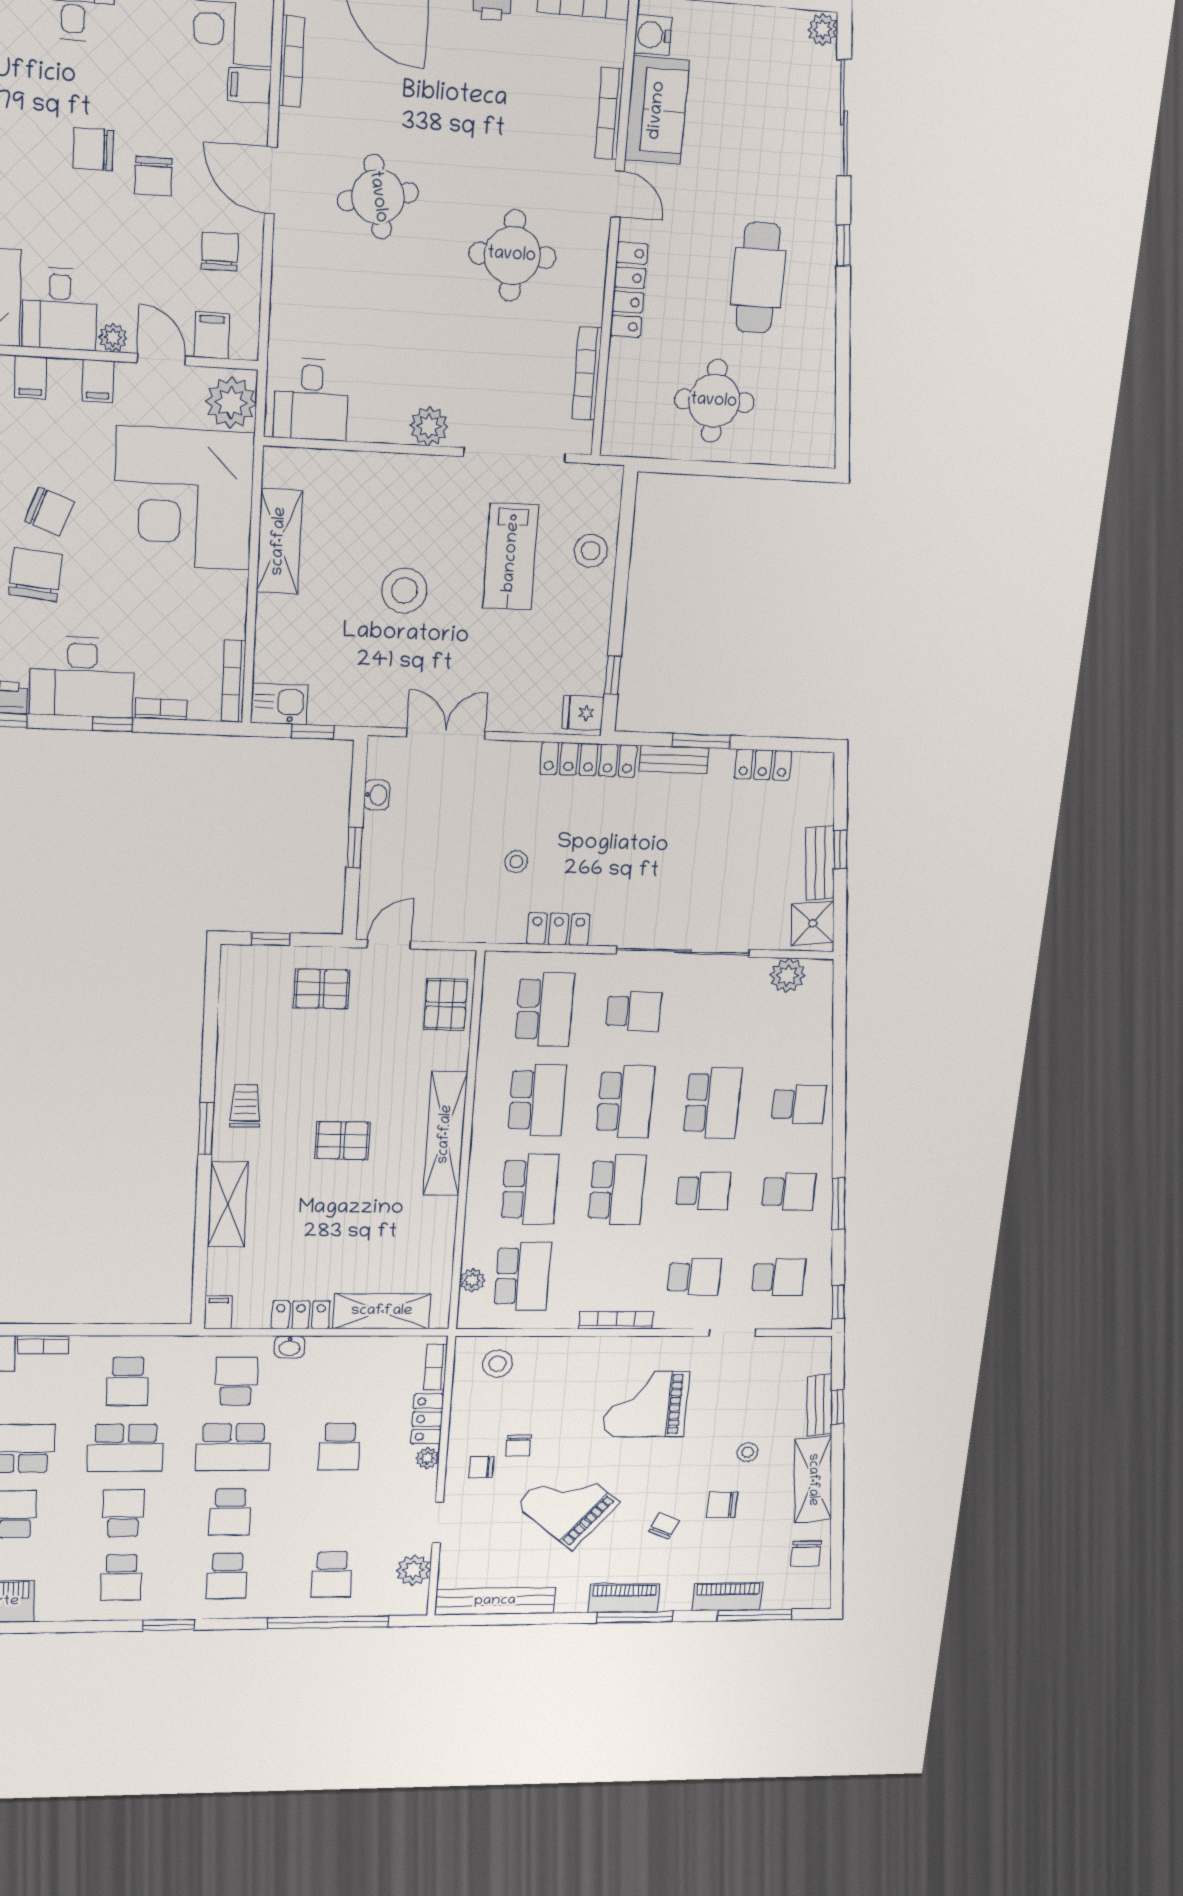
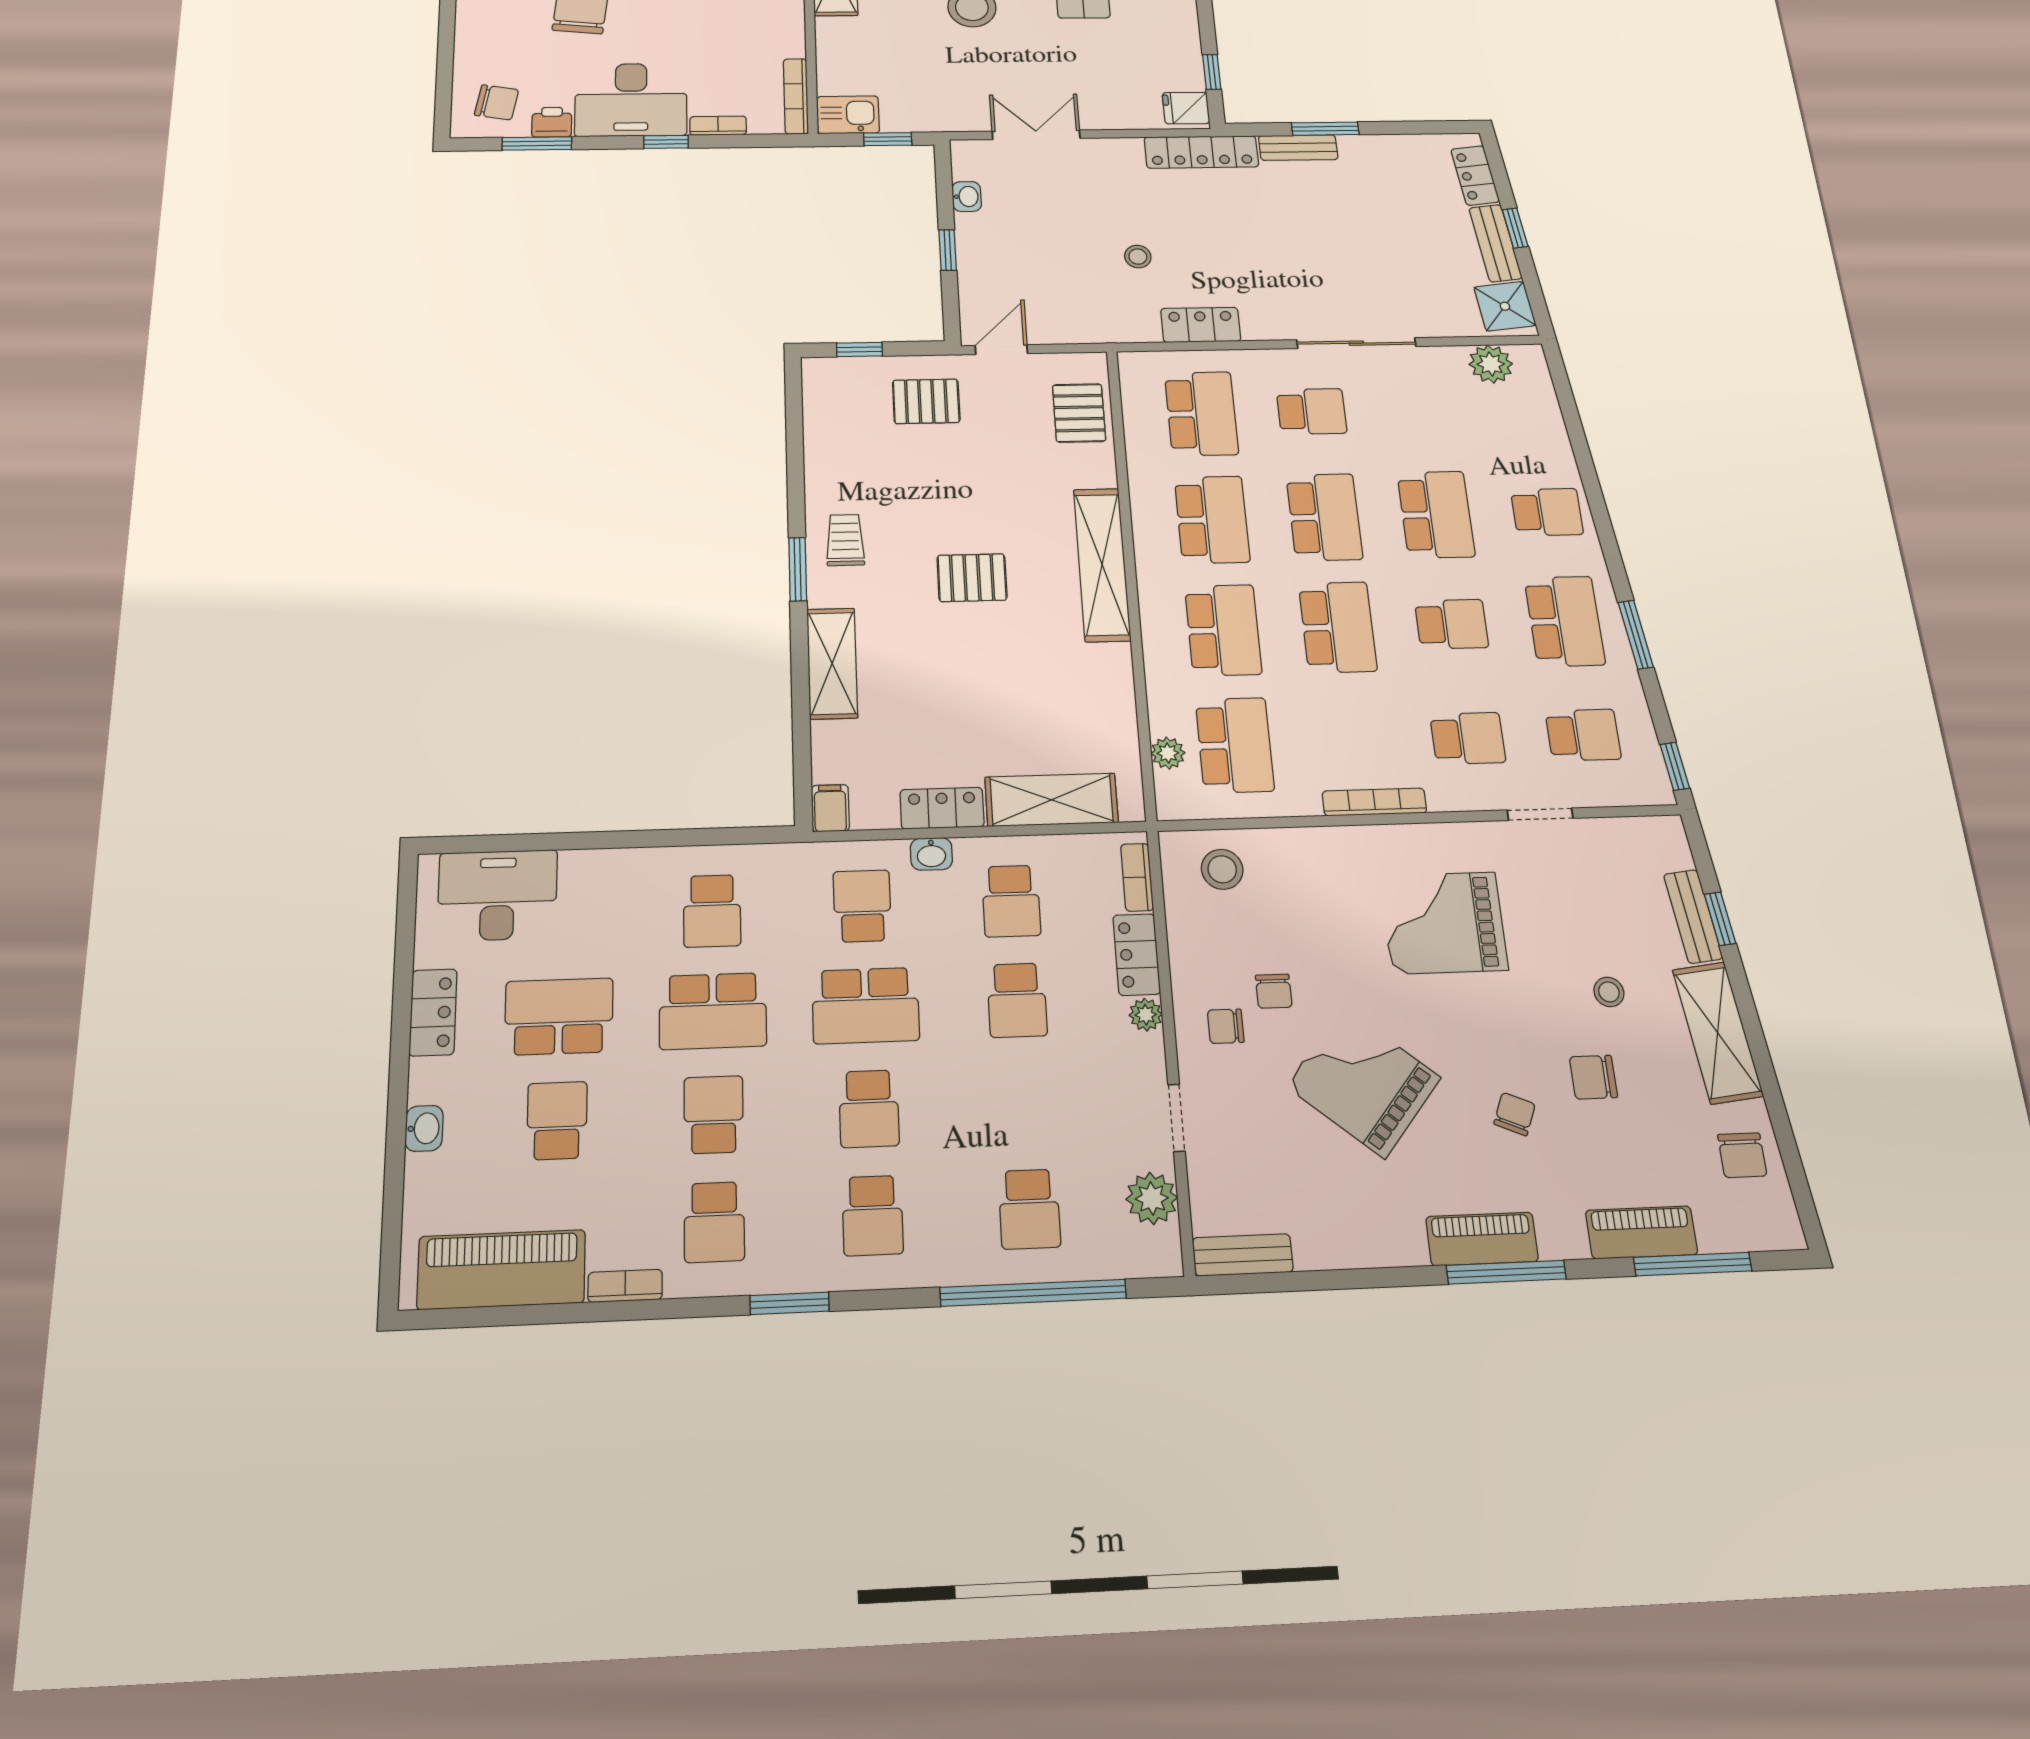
locker: (763, 765) -> (1475, 175), moved, turned 84
sliding door: (683, 952) -> (1356, 343), width x0.73
school desk: (789, 1192) -> (1565, 621), width x1.85
bookcase: (43, 1345) -> (625, 1286), moved, turned 180
school desk: (343, 1381) -> (1011, 901), added
bench: (495, 1601) -> (1243, 1255), width x0.54, depth x0.82

